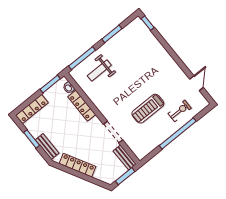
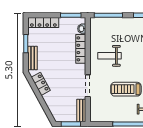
weight bench: (99, 71) -> (109, 56), moved
locker: (77, 165) -> (41, 84), width x0.66

